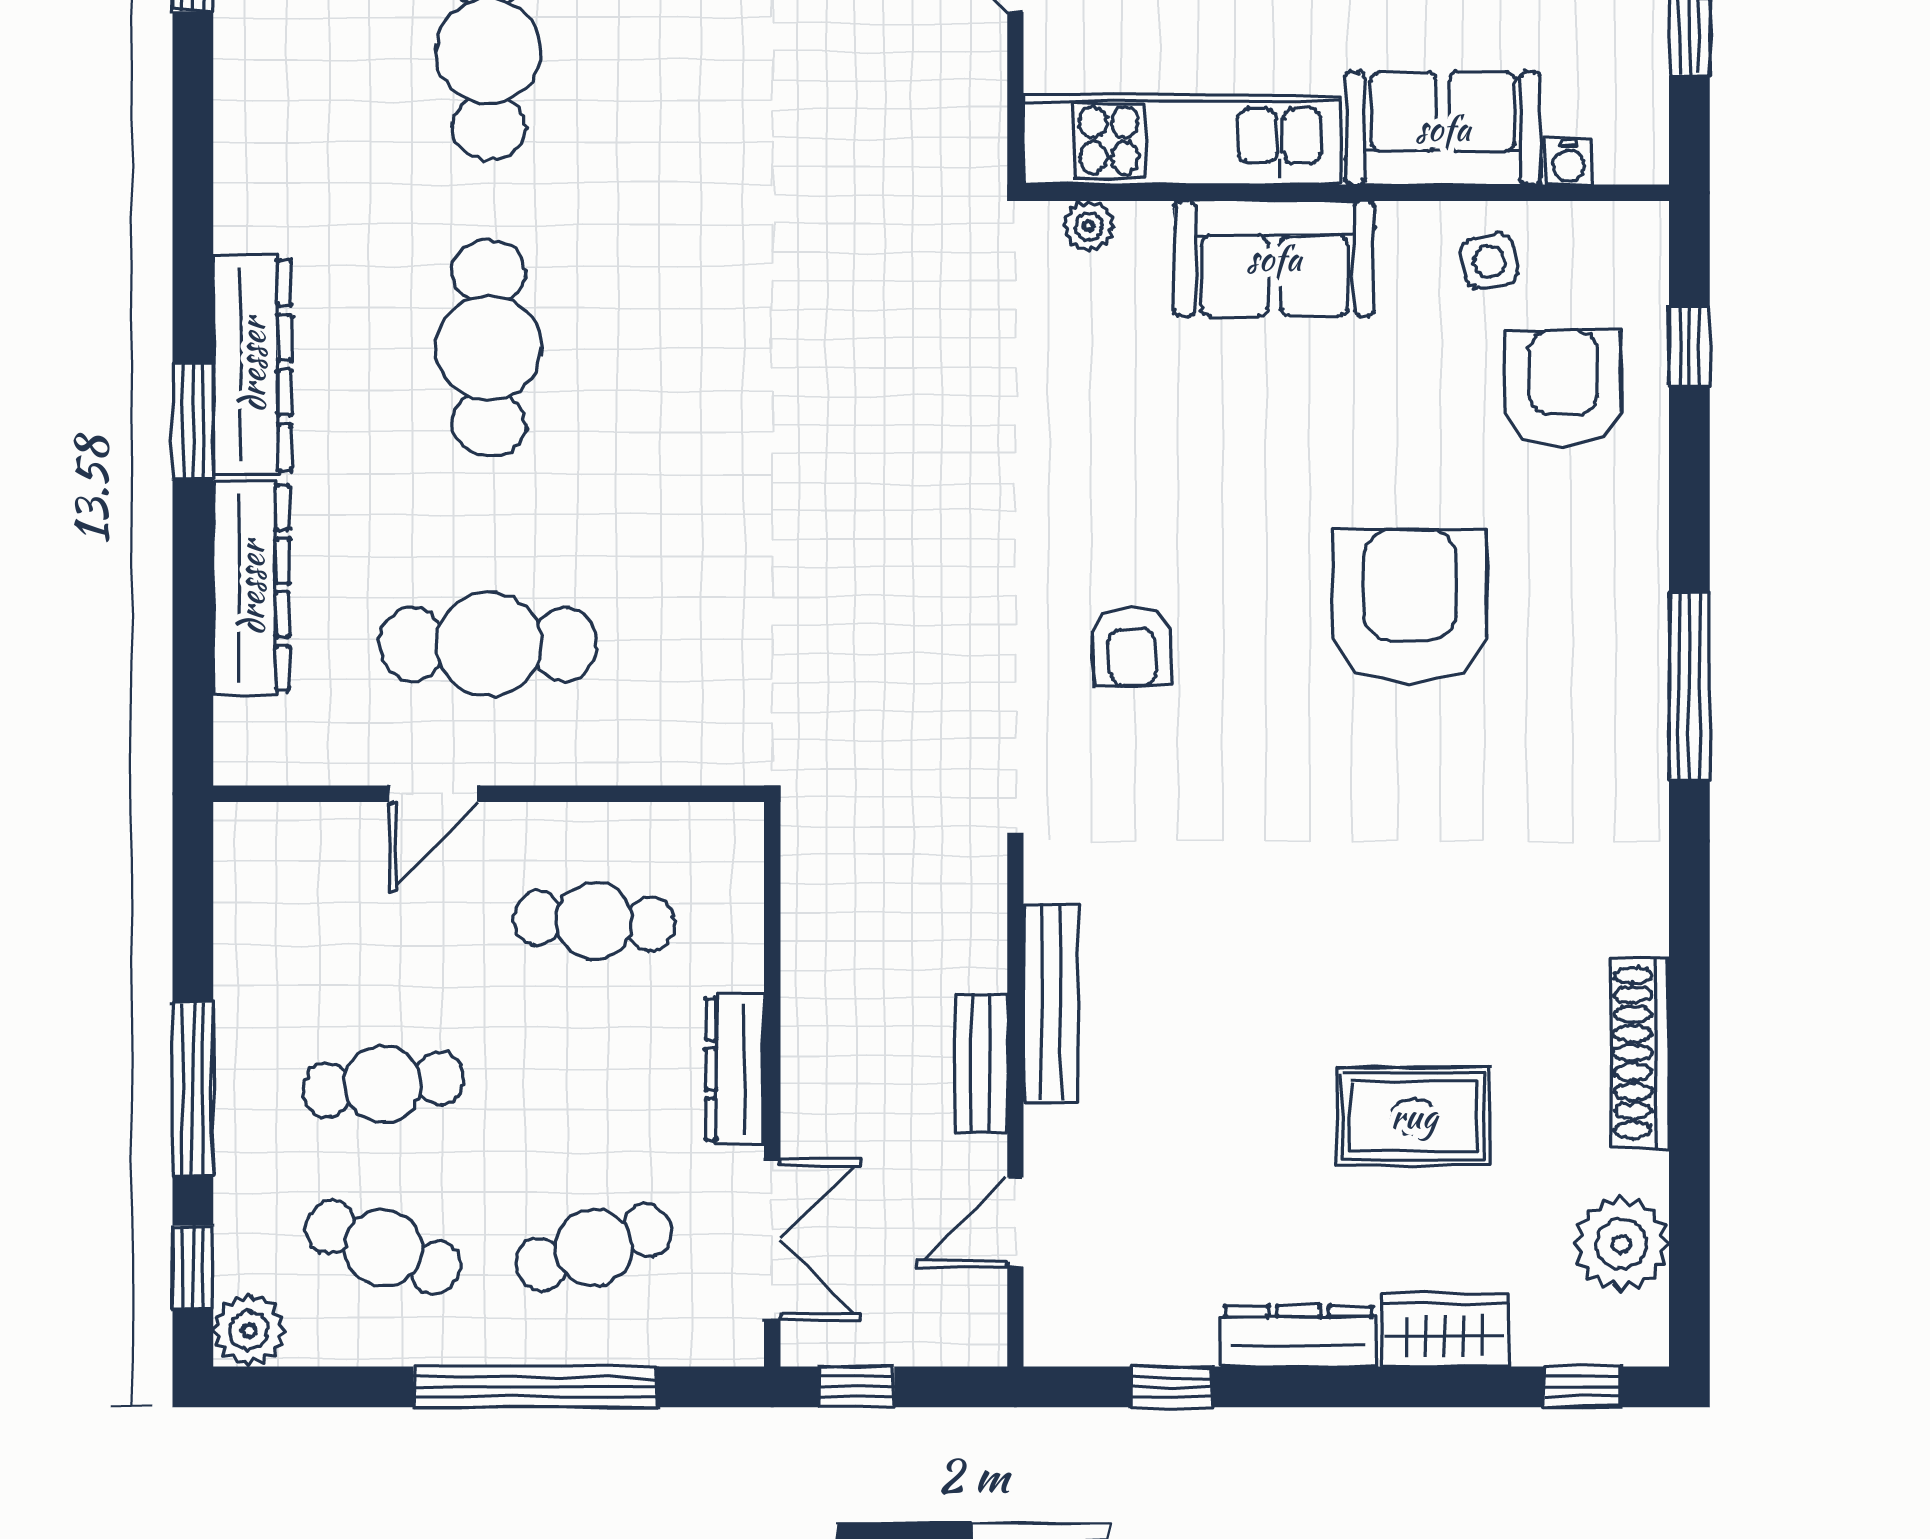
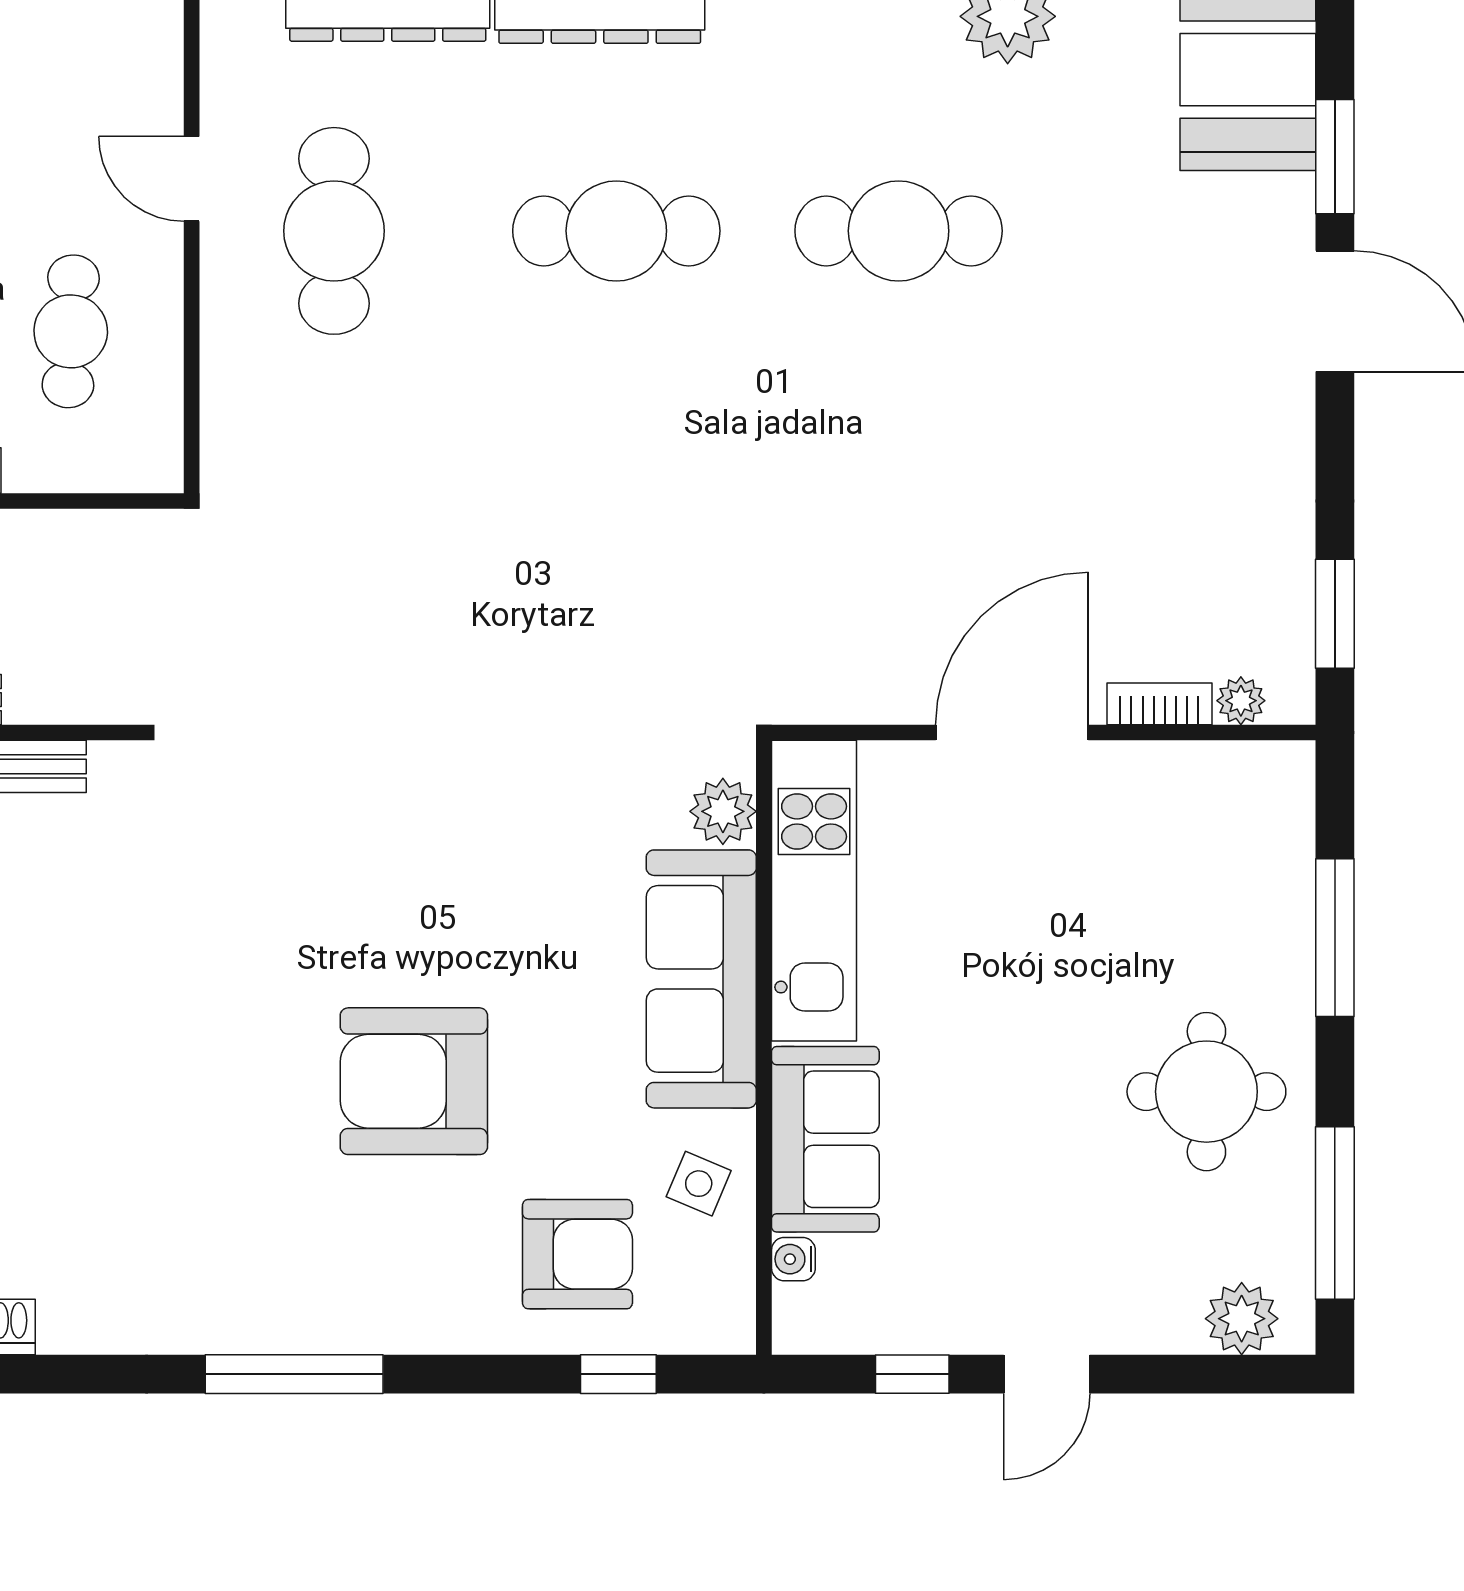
plant: (1089, 226) -> (723, 811), width x1.38, depth x1.38
sofa: (1274, 258) -> (701, 979), width x1.36
side table: (1489, 261) -> (699, 1184), turned 33
armchair: (1410, 607) -> (414, 1081), moved, turned 180
armchair: (1132, 646) -> (332, 843), removed

